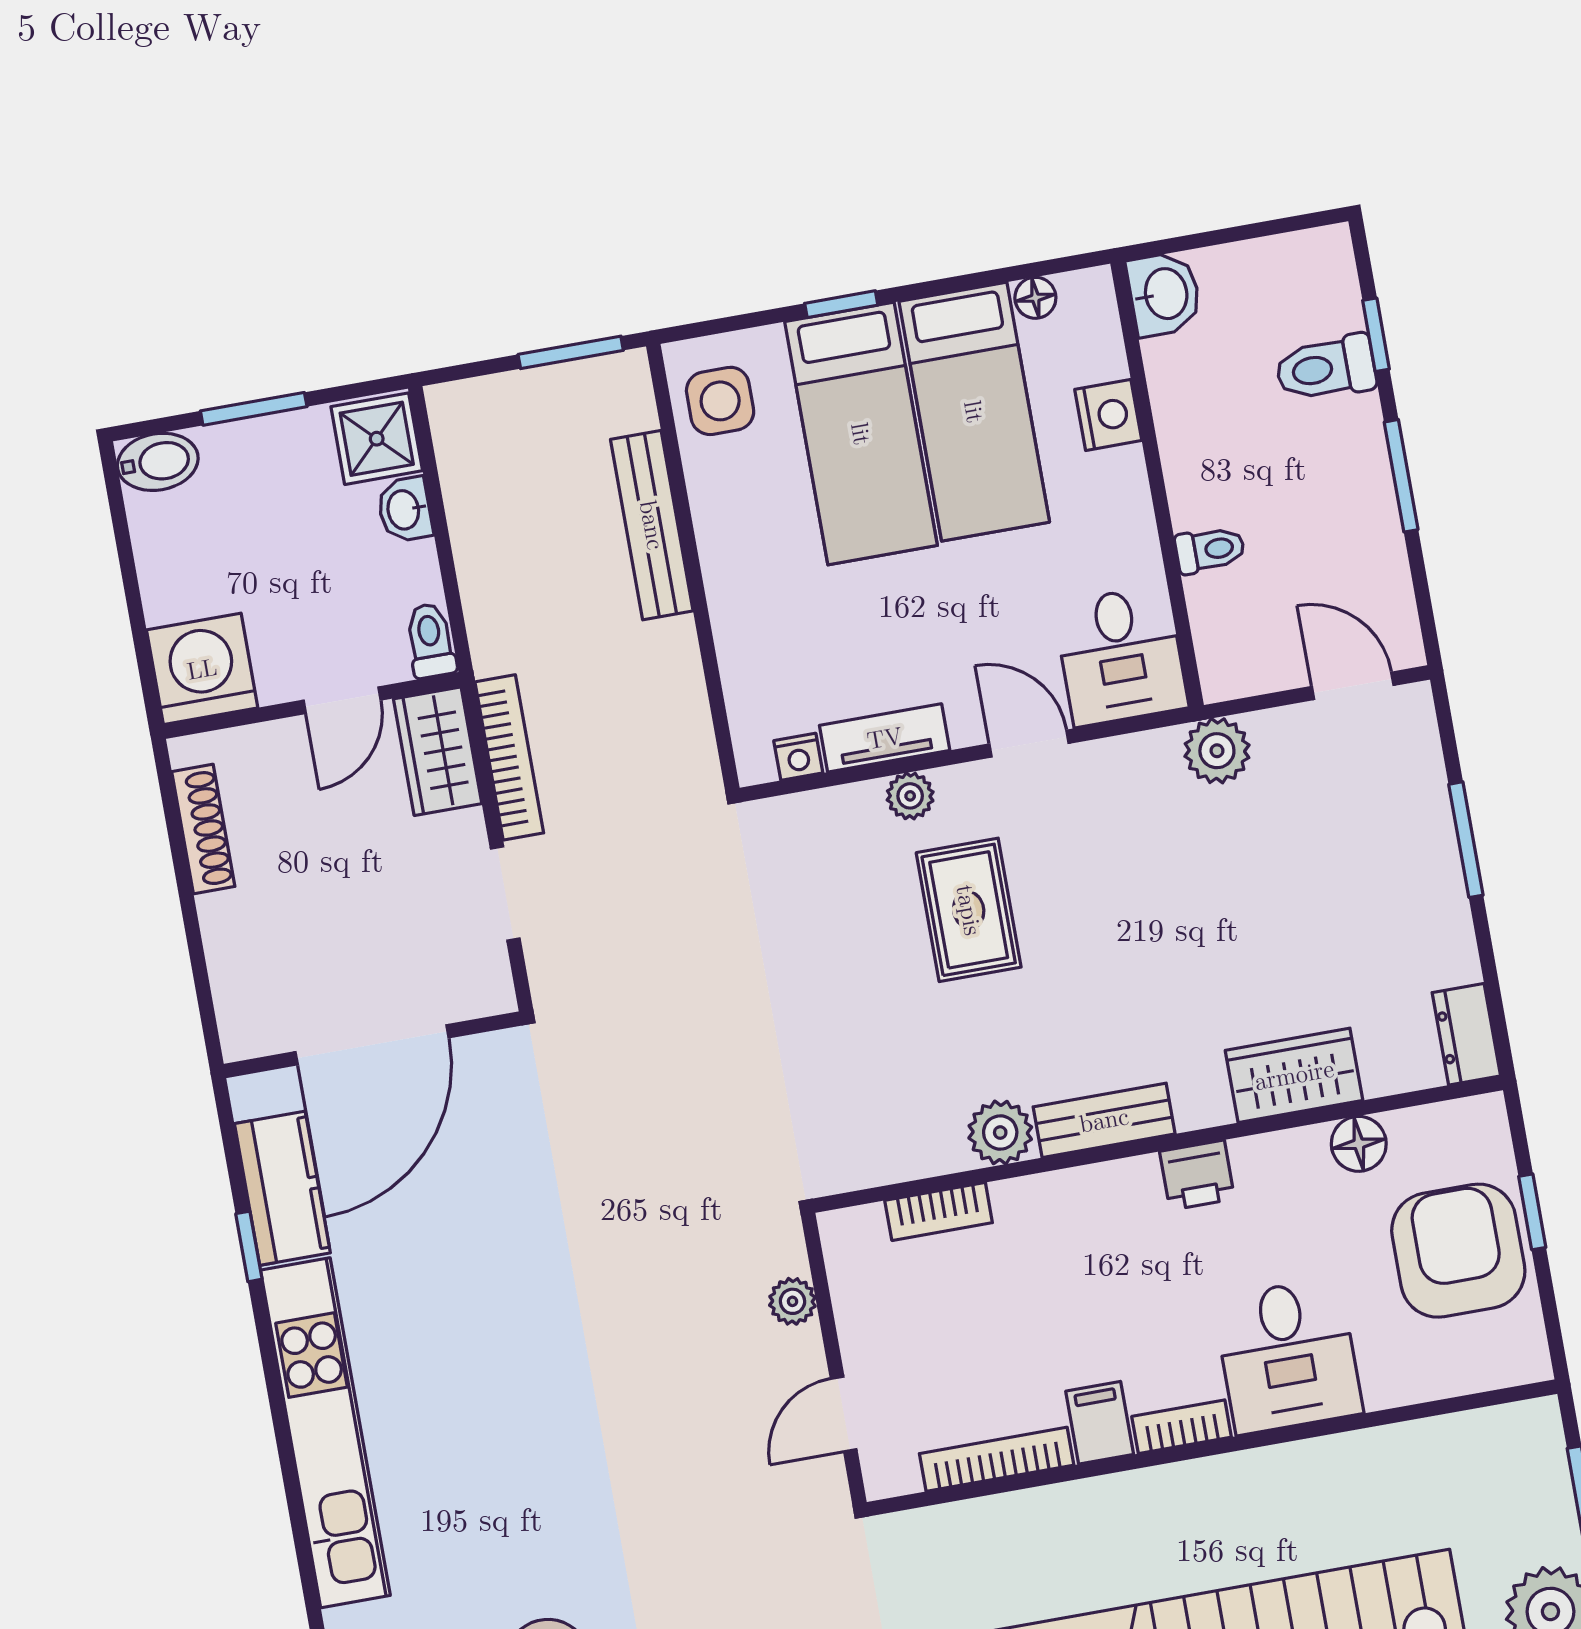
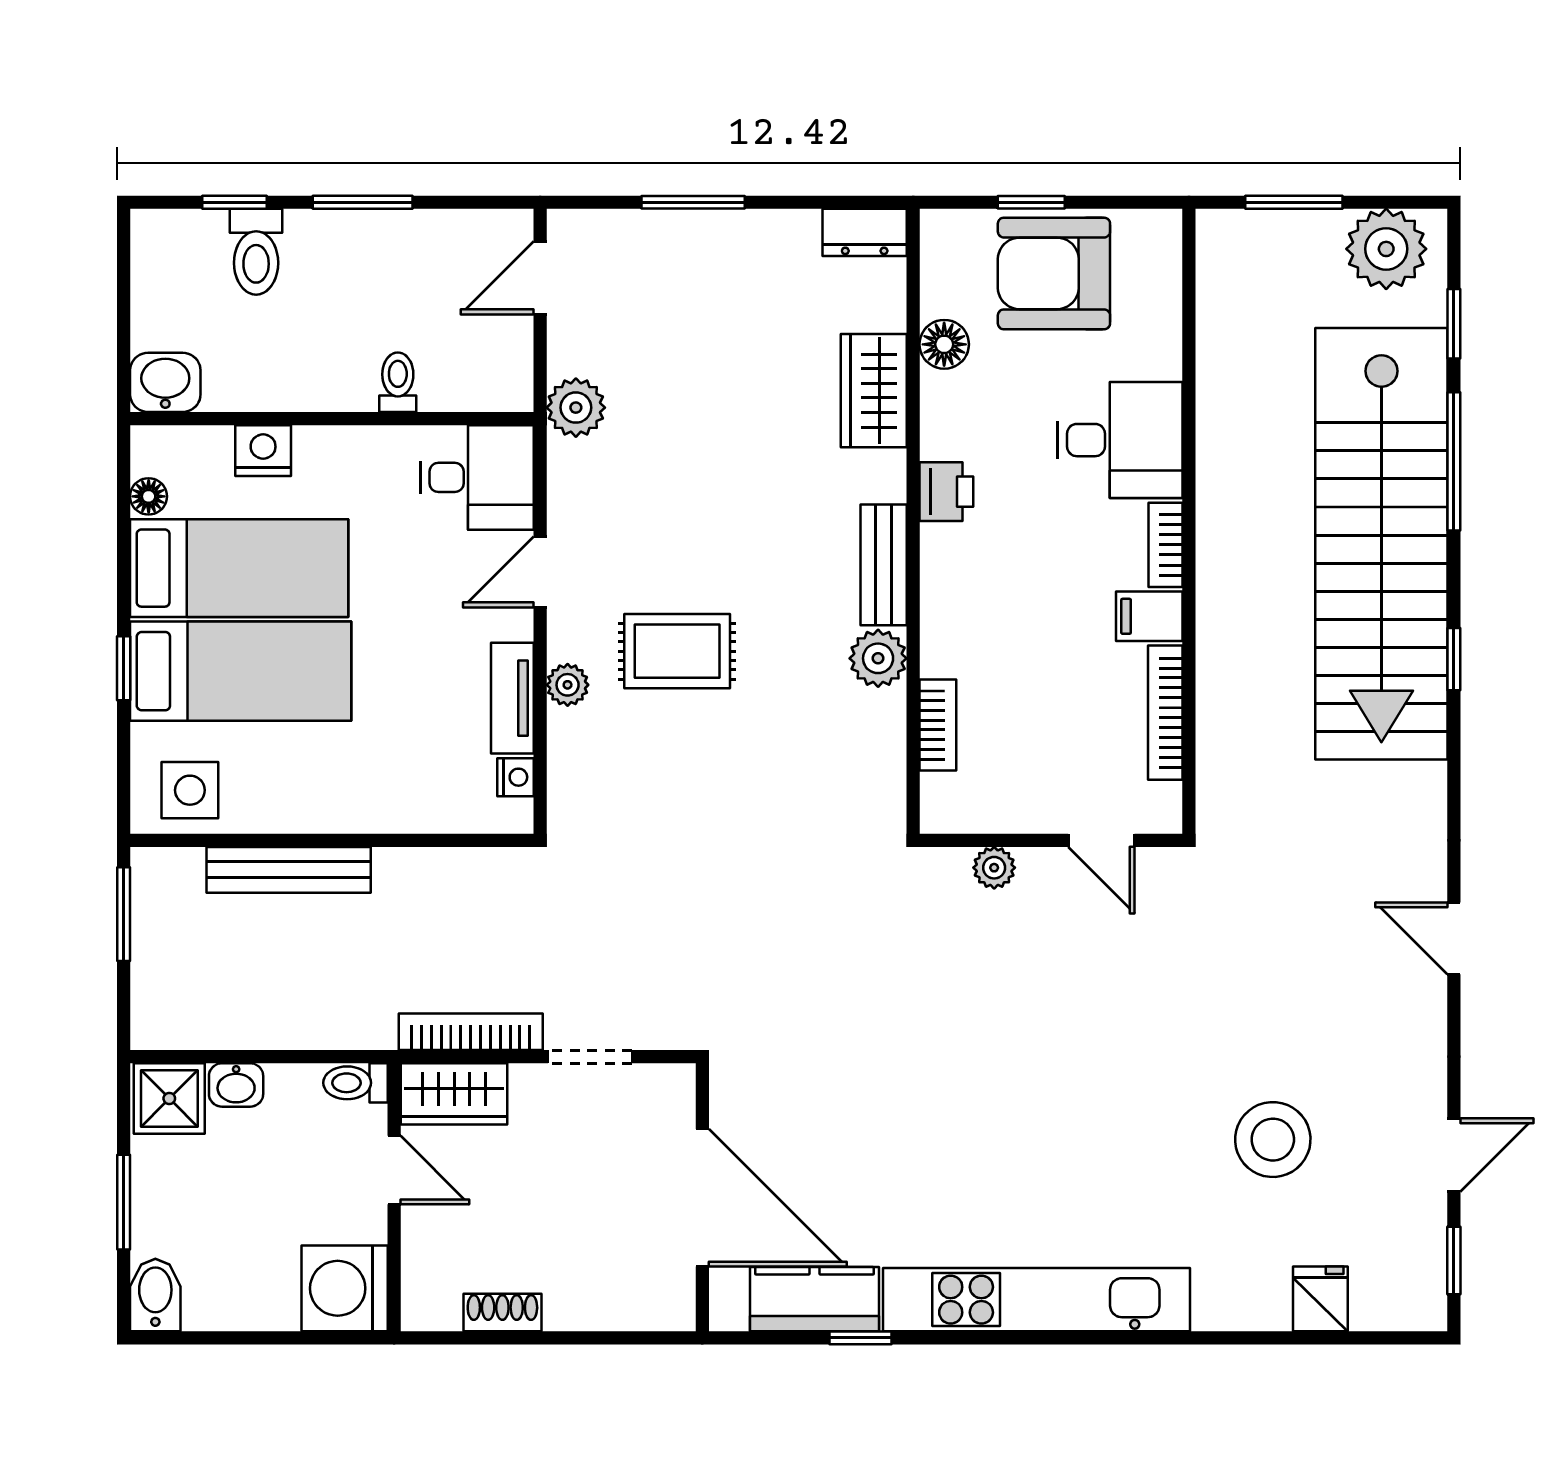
shoe rack: (203, 829) -> (502, 1312), width x0.70

